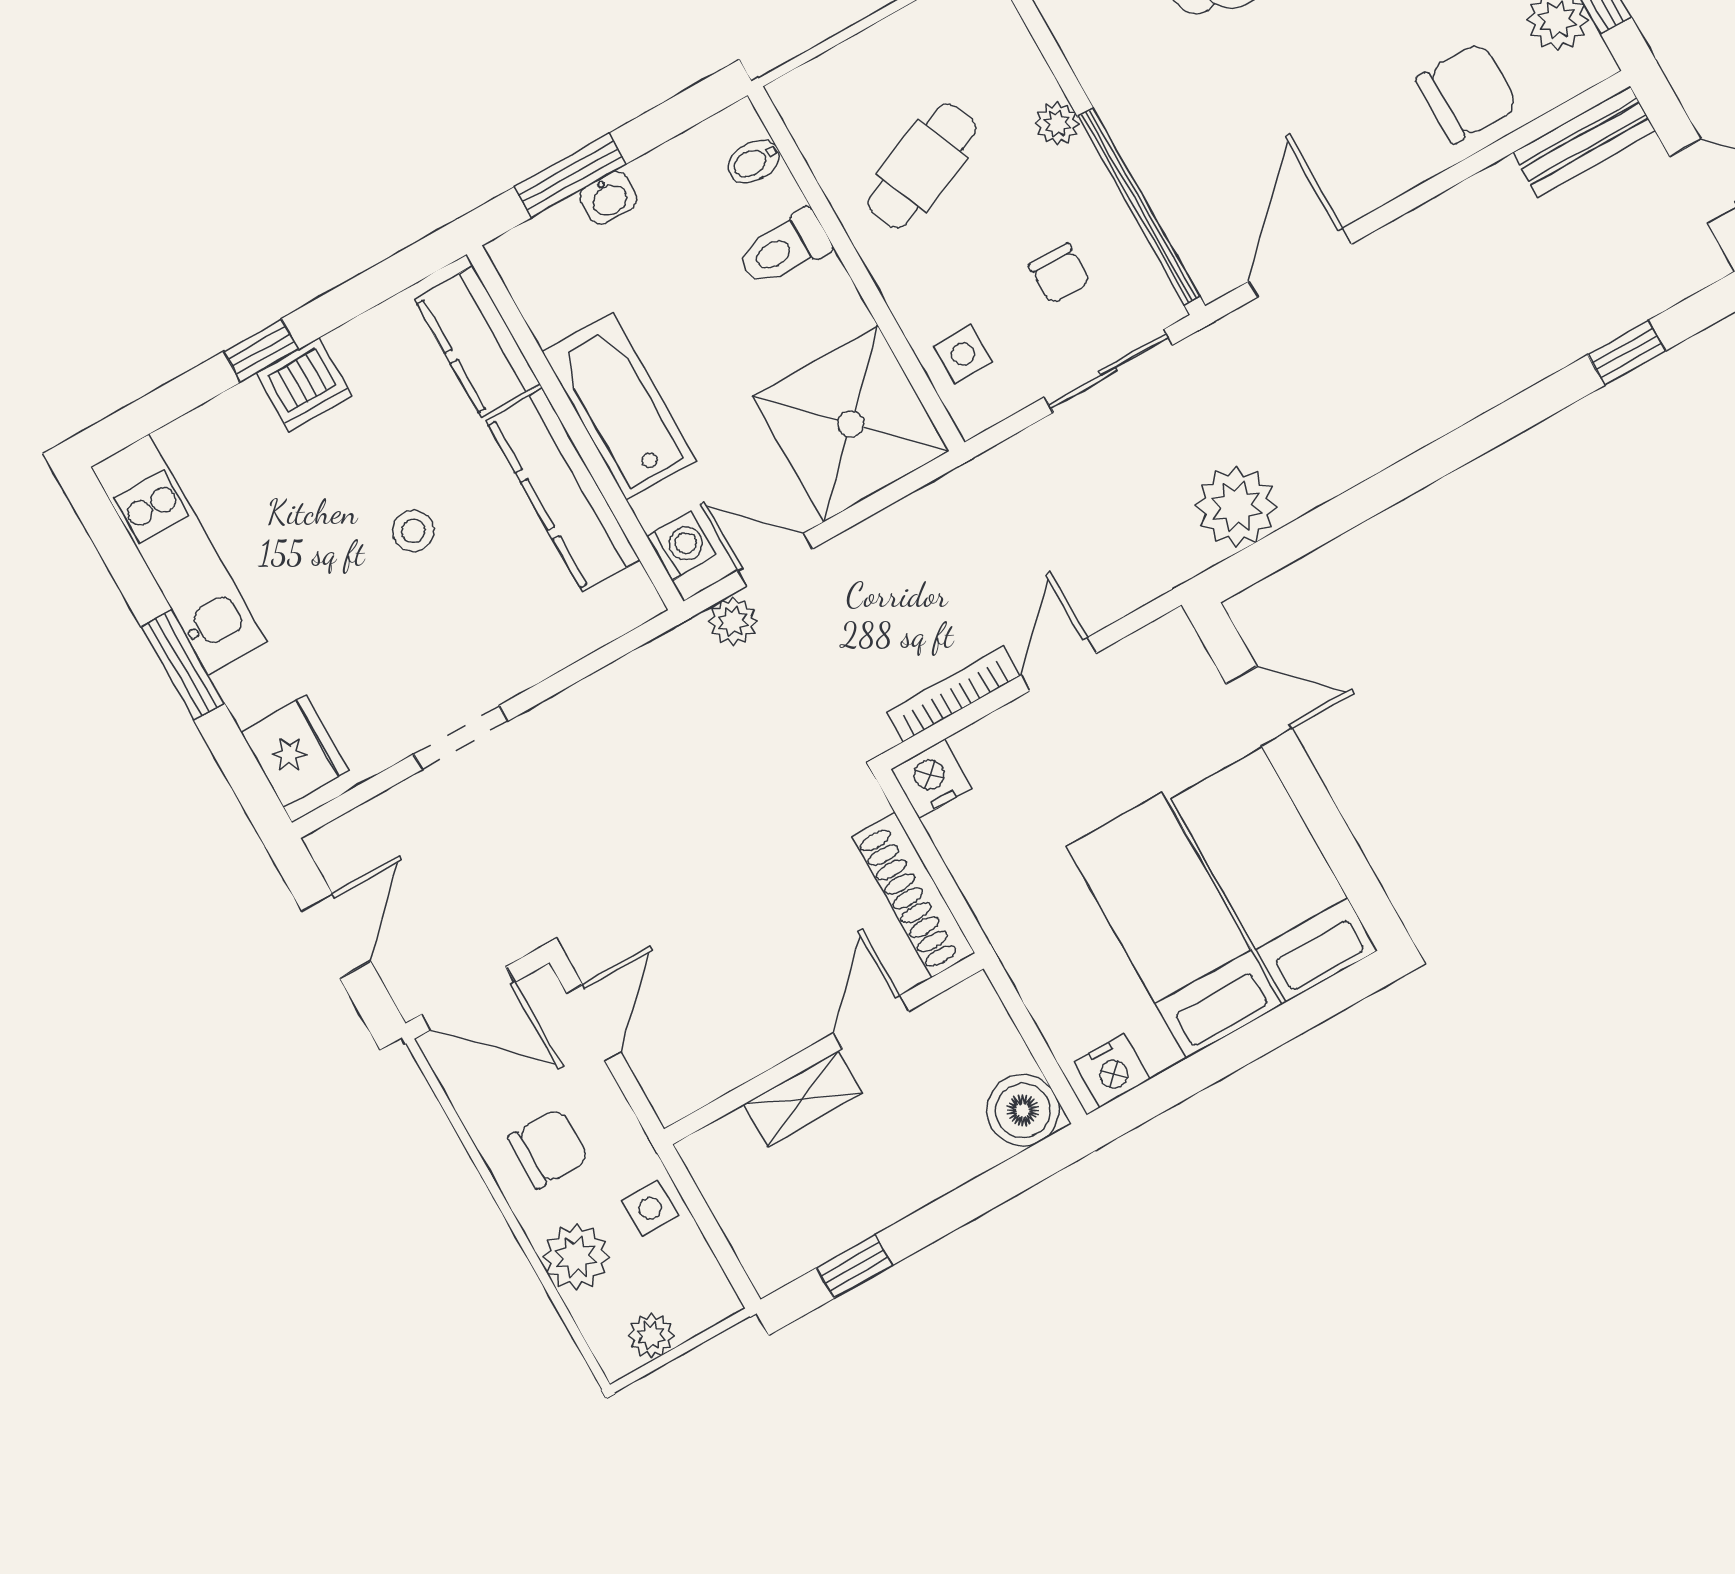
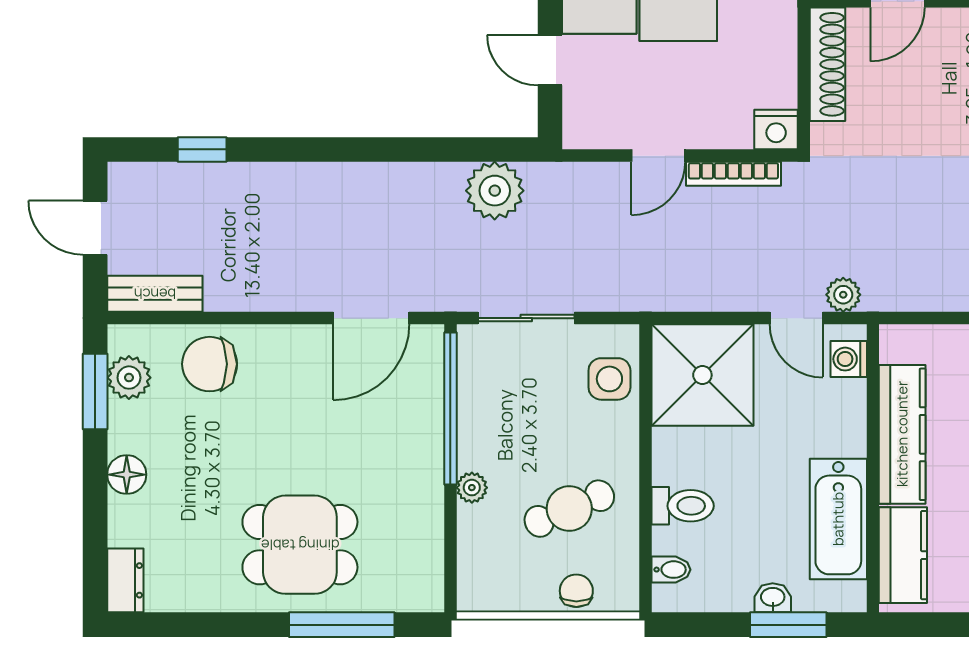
chair: (1059, 274) -> (576, 591), moved
side table: (963, 354) -> (609, 379), width x1.37, depth x1.37
bathtub: (619, 406) -> (838, 519), moved

